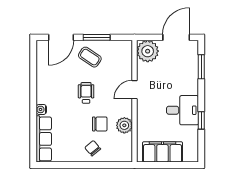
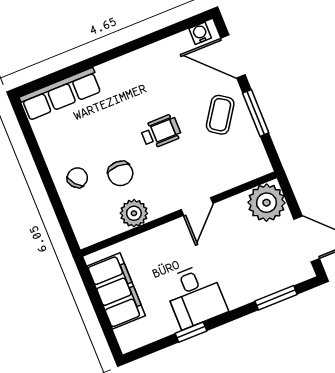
door: (135, 90) -> (197, 207), swing flipped
water cooler: (41, 109) -> (200, 33), moved

